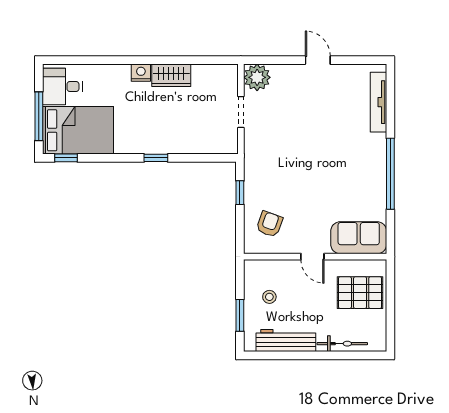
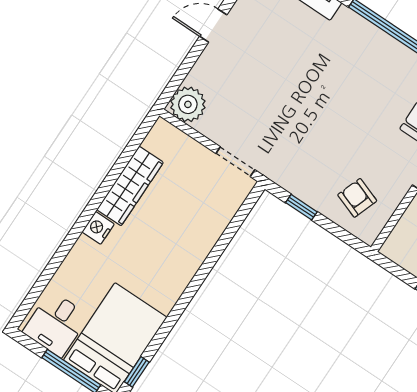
wardrobe: (171, 75) -> (130, 186), width x1.50
doorway: (241, 112) -> (235, 162), moved
window: (156, 158) -> (202, 274), removed

